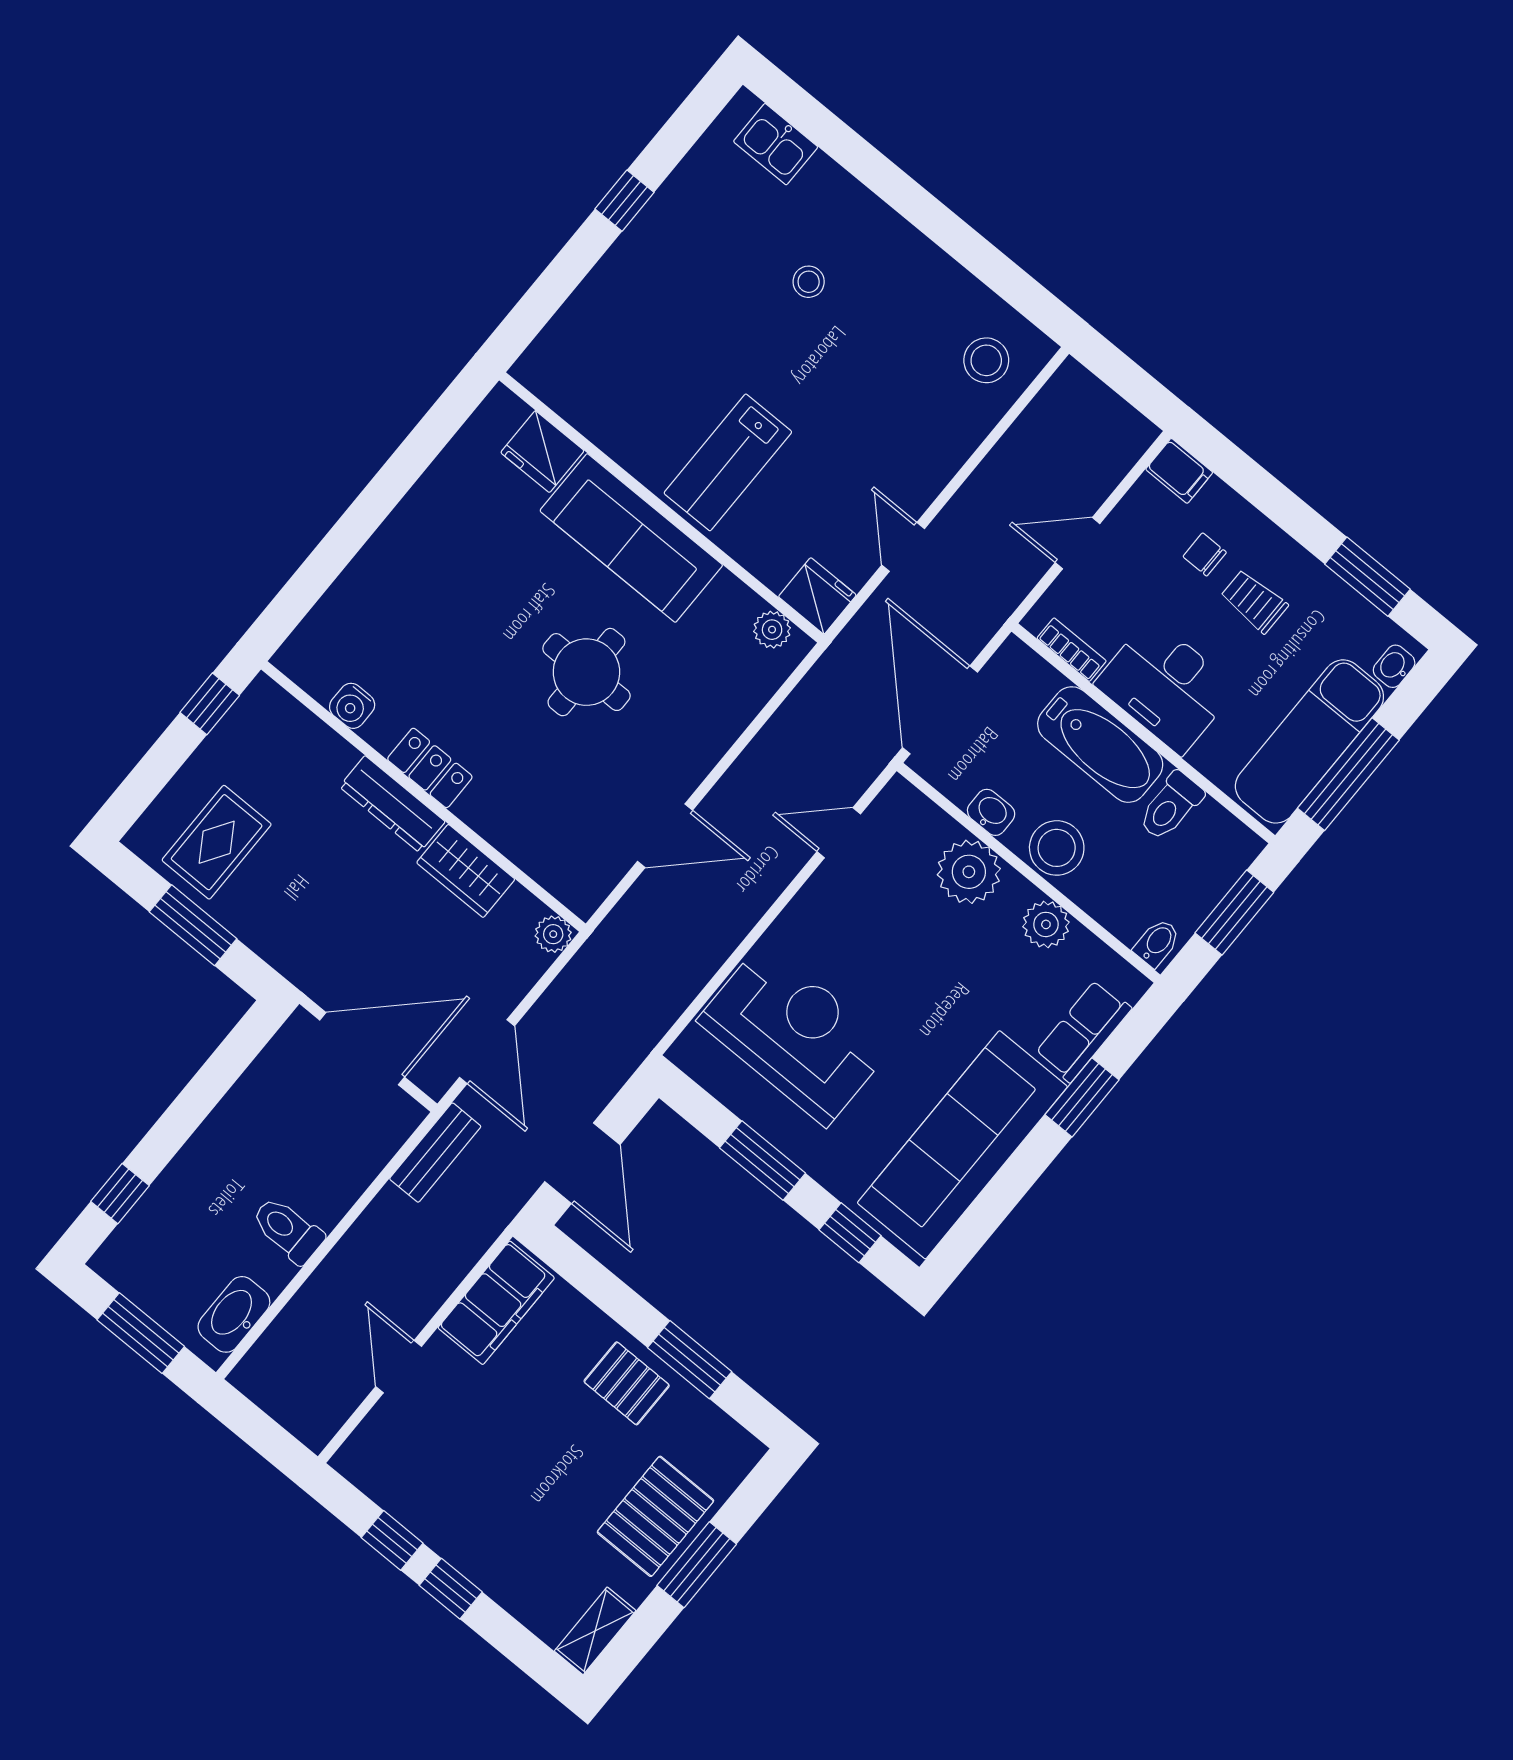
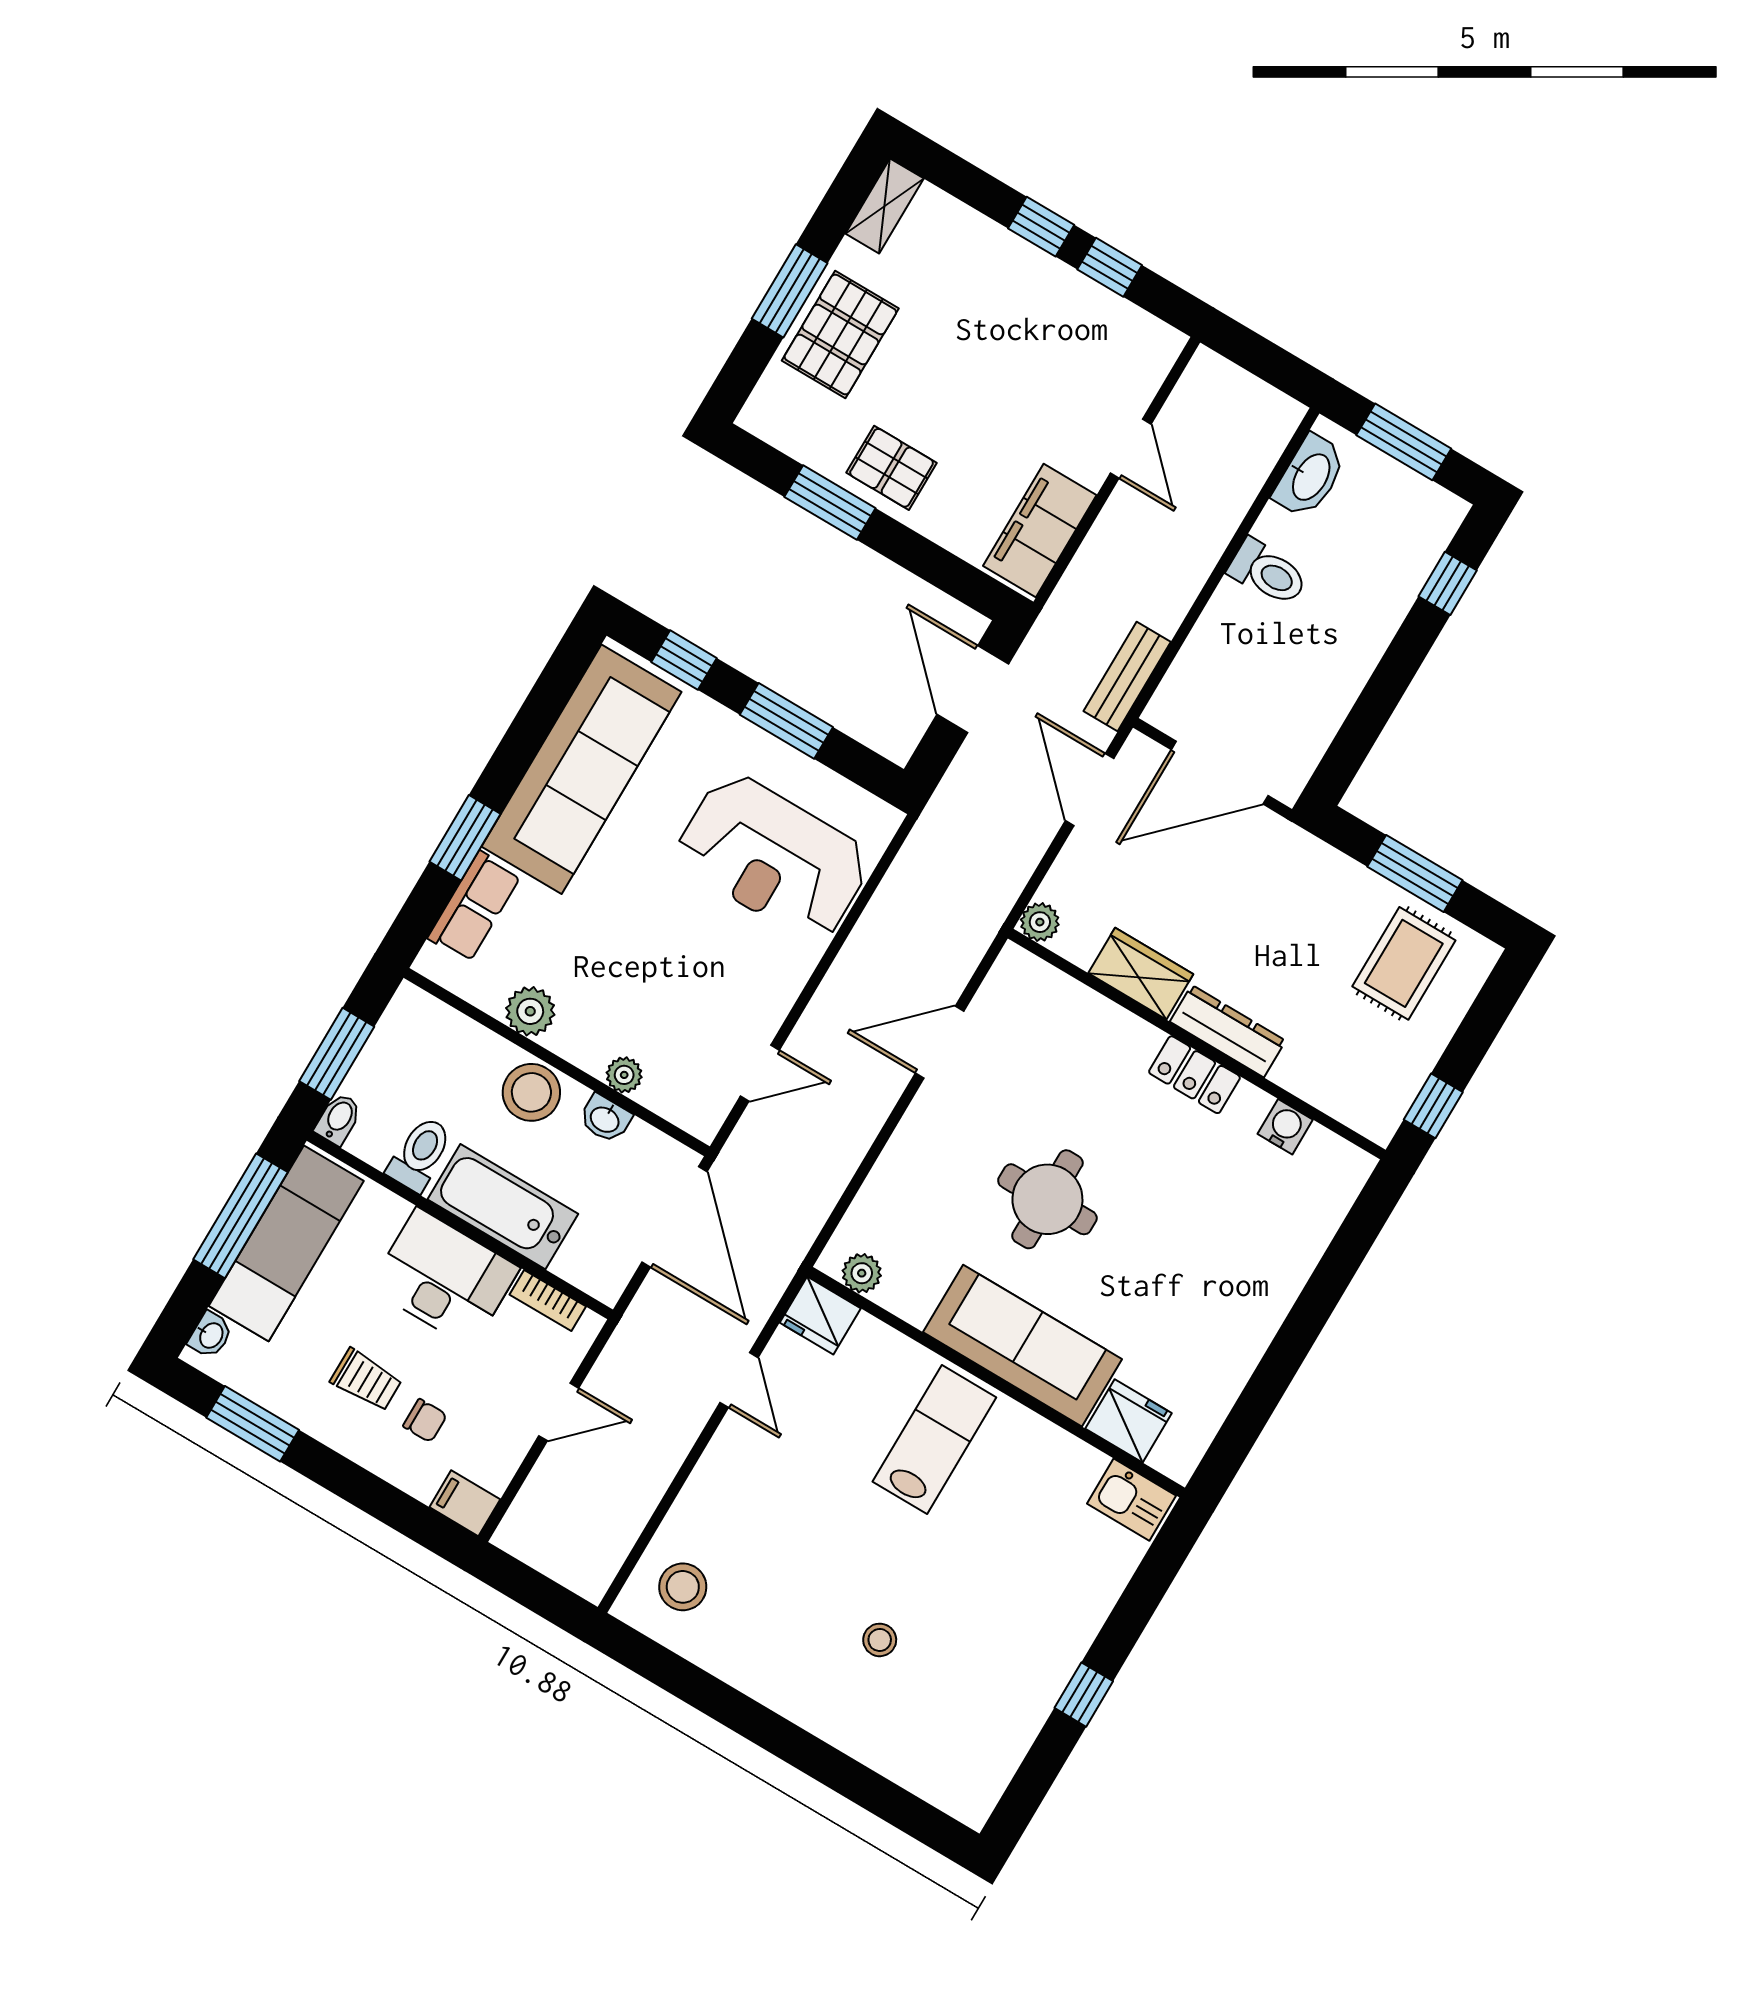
kitchen sink: (776, 144) -> (1131, 1500), moved, turned 180
plant: (969, 872) -> (624, 1075), width x0.53, depth x0.53
bidet: (1157, 943) -> (338, 1119), moved, turned 180

